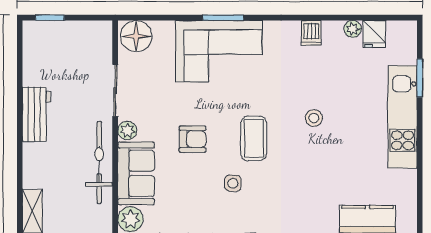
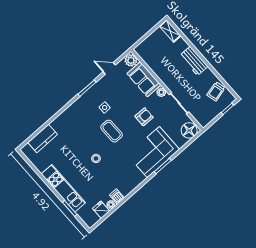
dishwasher: (311, 33) -> (117, 196), moved
trolley: (44, 59) -> (216, 91), added
workbench: (37, 114) -> (194, 61), moved
armchair: (193, 139) -> (144, 117), moved, turned 180
bicycle: (99, 162) -> (161, 71), removed

